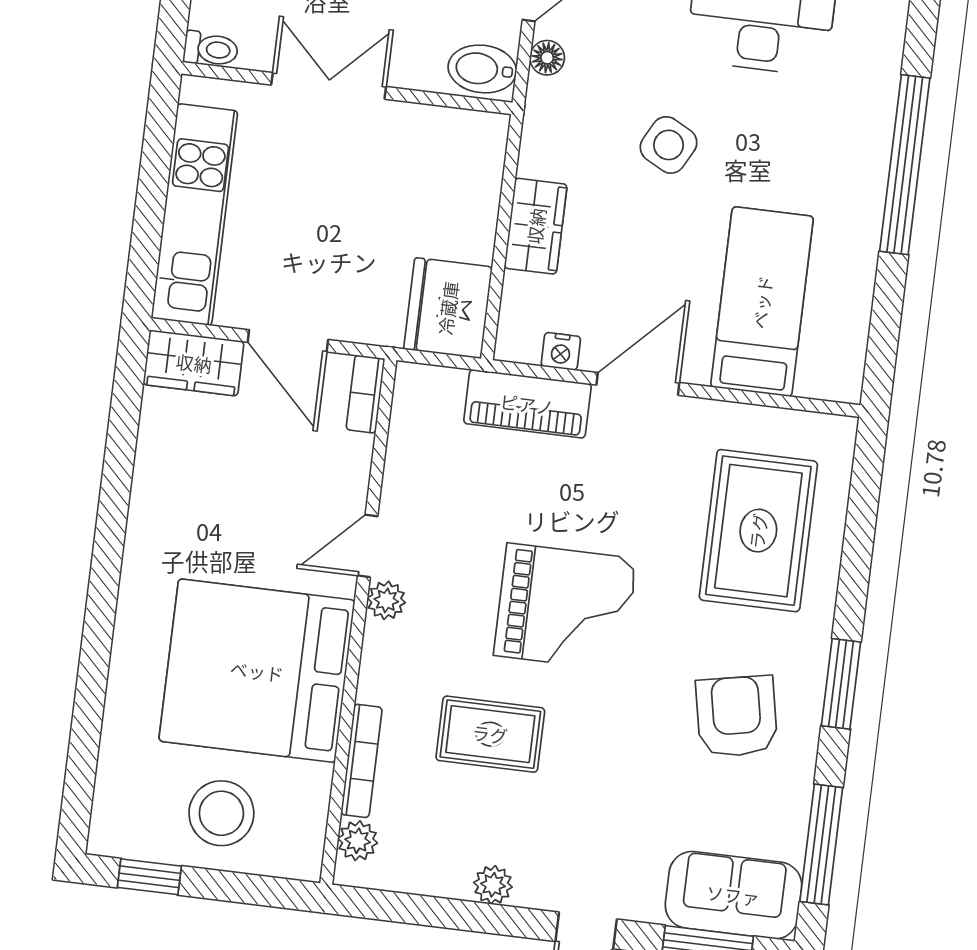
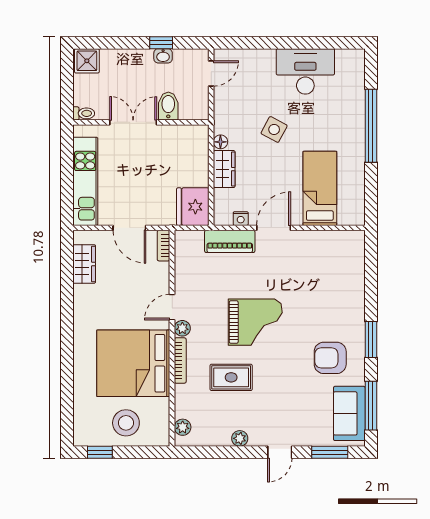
floor lamp: (547, 58) -> (220, 142), moved
bidet: (482, 69) -> (168, 106), moved, turned 90
wardrobe: (194, 363) -> (84, 264), moved, turned -90
rug: (758, 531) -> (330, 281), removed
armchair: (737, 716) -> (330, 358), turned -79
bookcase: (361, 761) -> (180, 361), moved
sofa: (733, 895) -> (349, 413), moved, turned -90

